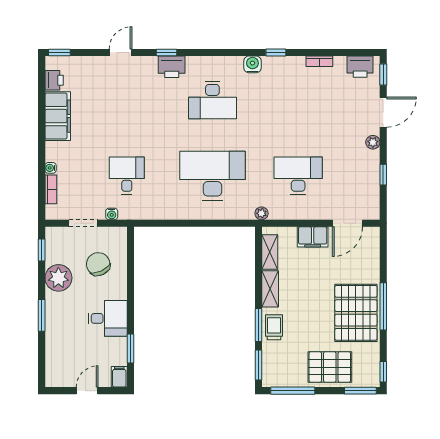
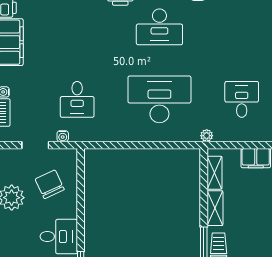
desk: (127, 176) -> (77, 99), turned 180
desk: (298, 176) -> (242, 99), width x0.73

